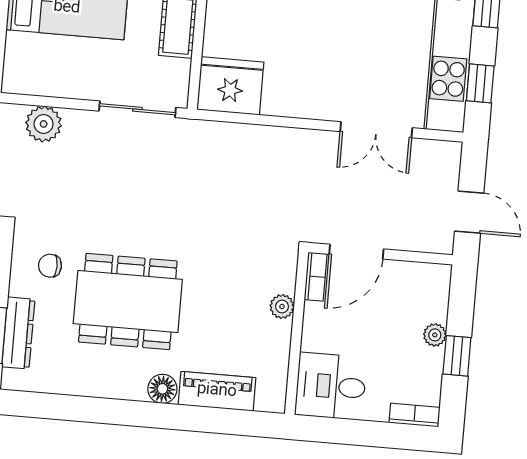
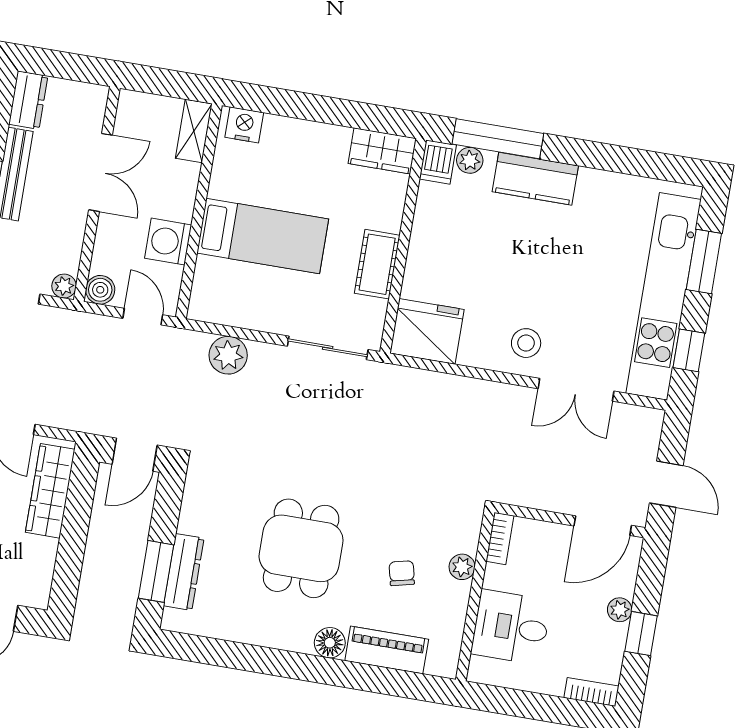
stool: (325, 89) -> (526, 343), added
door: (356, 252) -> (603, 526), moved
chair: (50, 266) -> (402, 573), moved, turned 77
dining table: (128, 302) -> (301, 548), width x0.73
desk: (331, 386) -> (511, 627), moved

